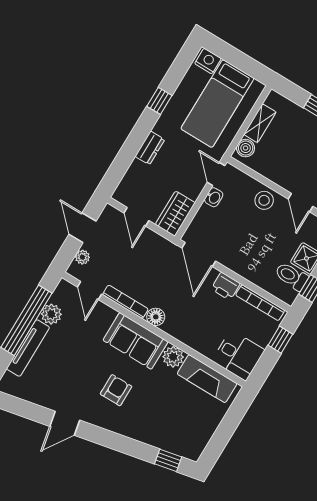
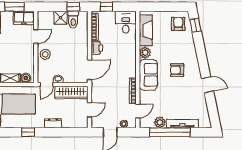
wardrobe: (175, 214) -> (71, 92), width x1.50
floor lamp: (156, 317) -> (131, 72), removed
armchair: (186, 435) -> (178, 24), added

